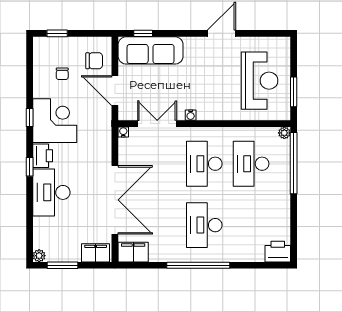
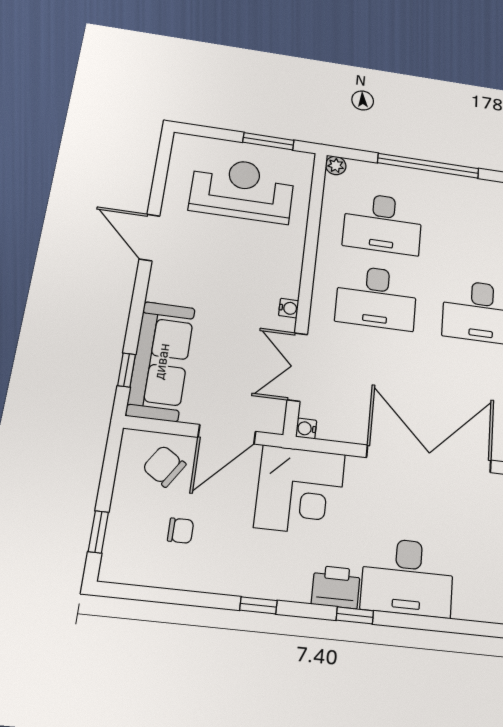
chair: (94, 61) -> (164, 466), turned -57
corner desk: (55, 121) -> (300, 490), moved, turned 180
window: (294, 163) -> (428, 166), moved

